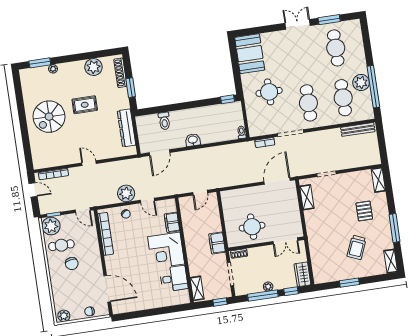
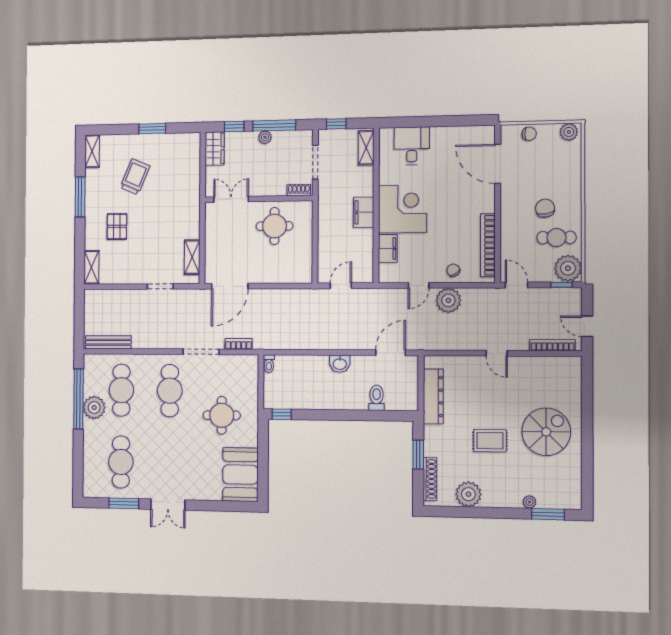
door: (147, 201) -> (419, 285), swing flipped
filing cabinet: (217, 243) -> (364, 212), moved, turned 180
desk: (174, 279) -> (412, 146), moved, turned 90

